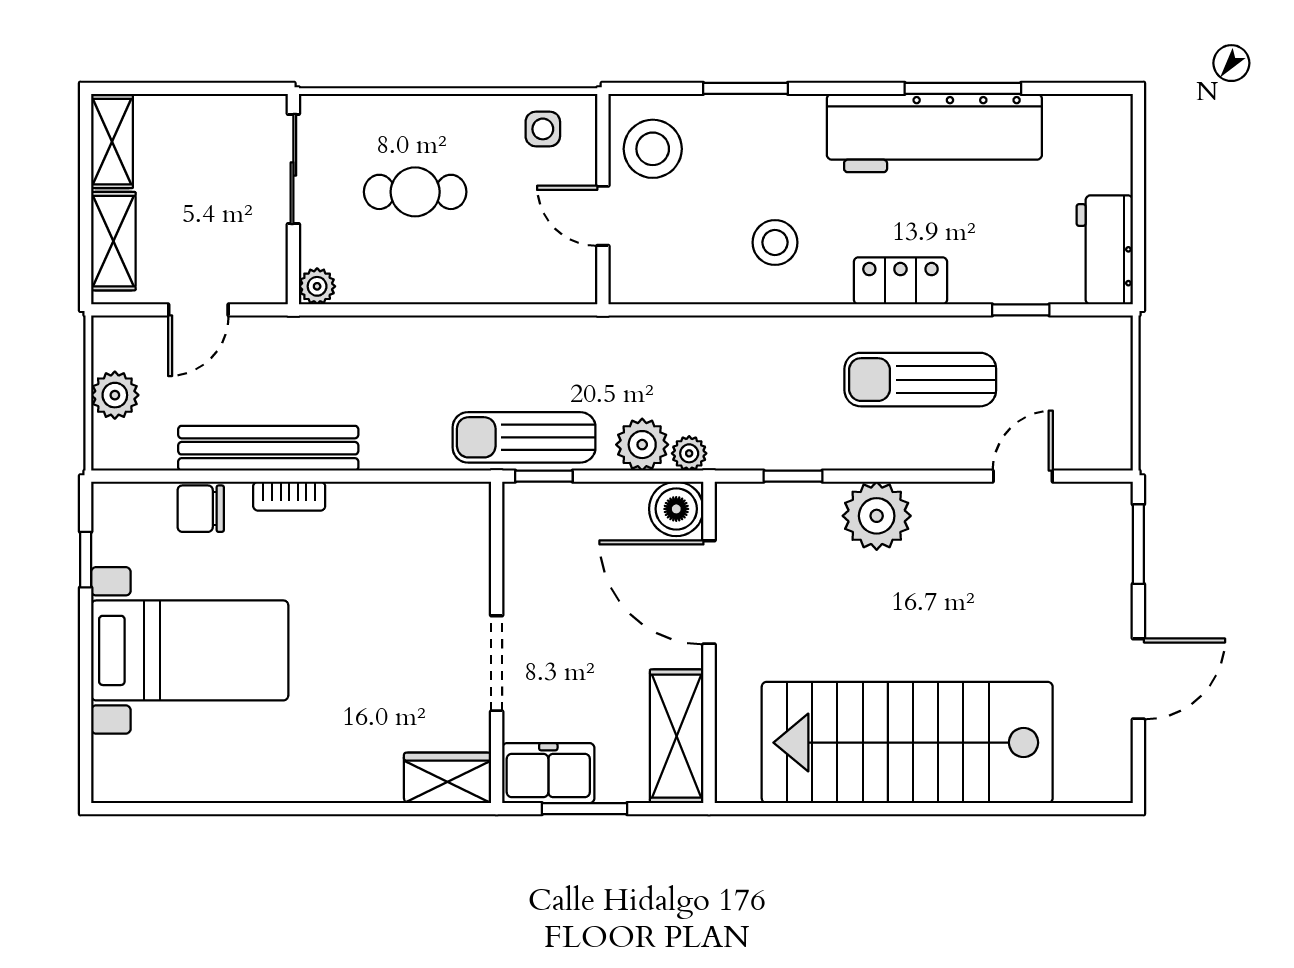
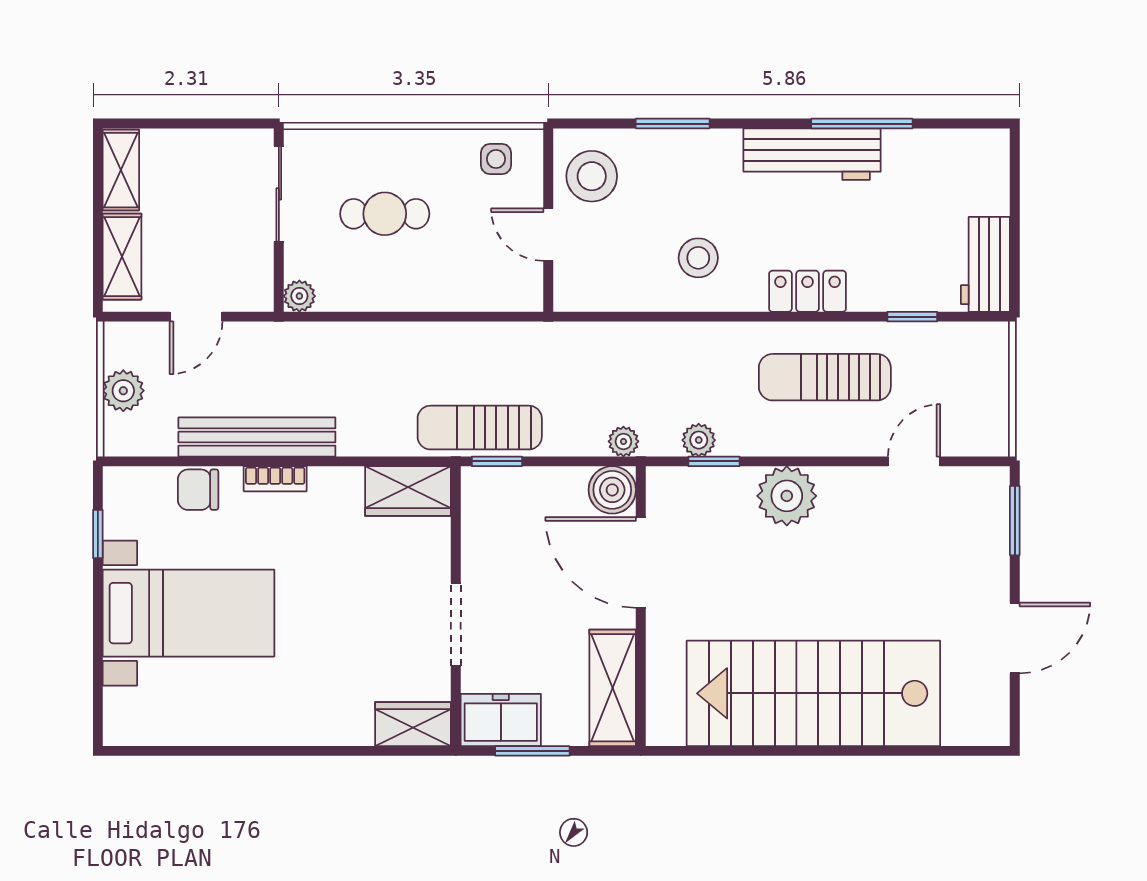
workbench: (934, 133) -> (812, 154), width x0.73, depth x0.76
plant: (642, 445) -> (699, 440), moved, width x0.73, depth x0.73
wardrobe: (442, 510) -> (408, 491), added

